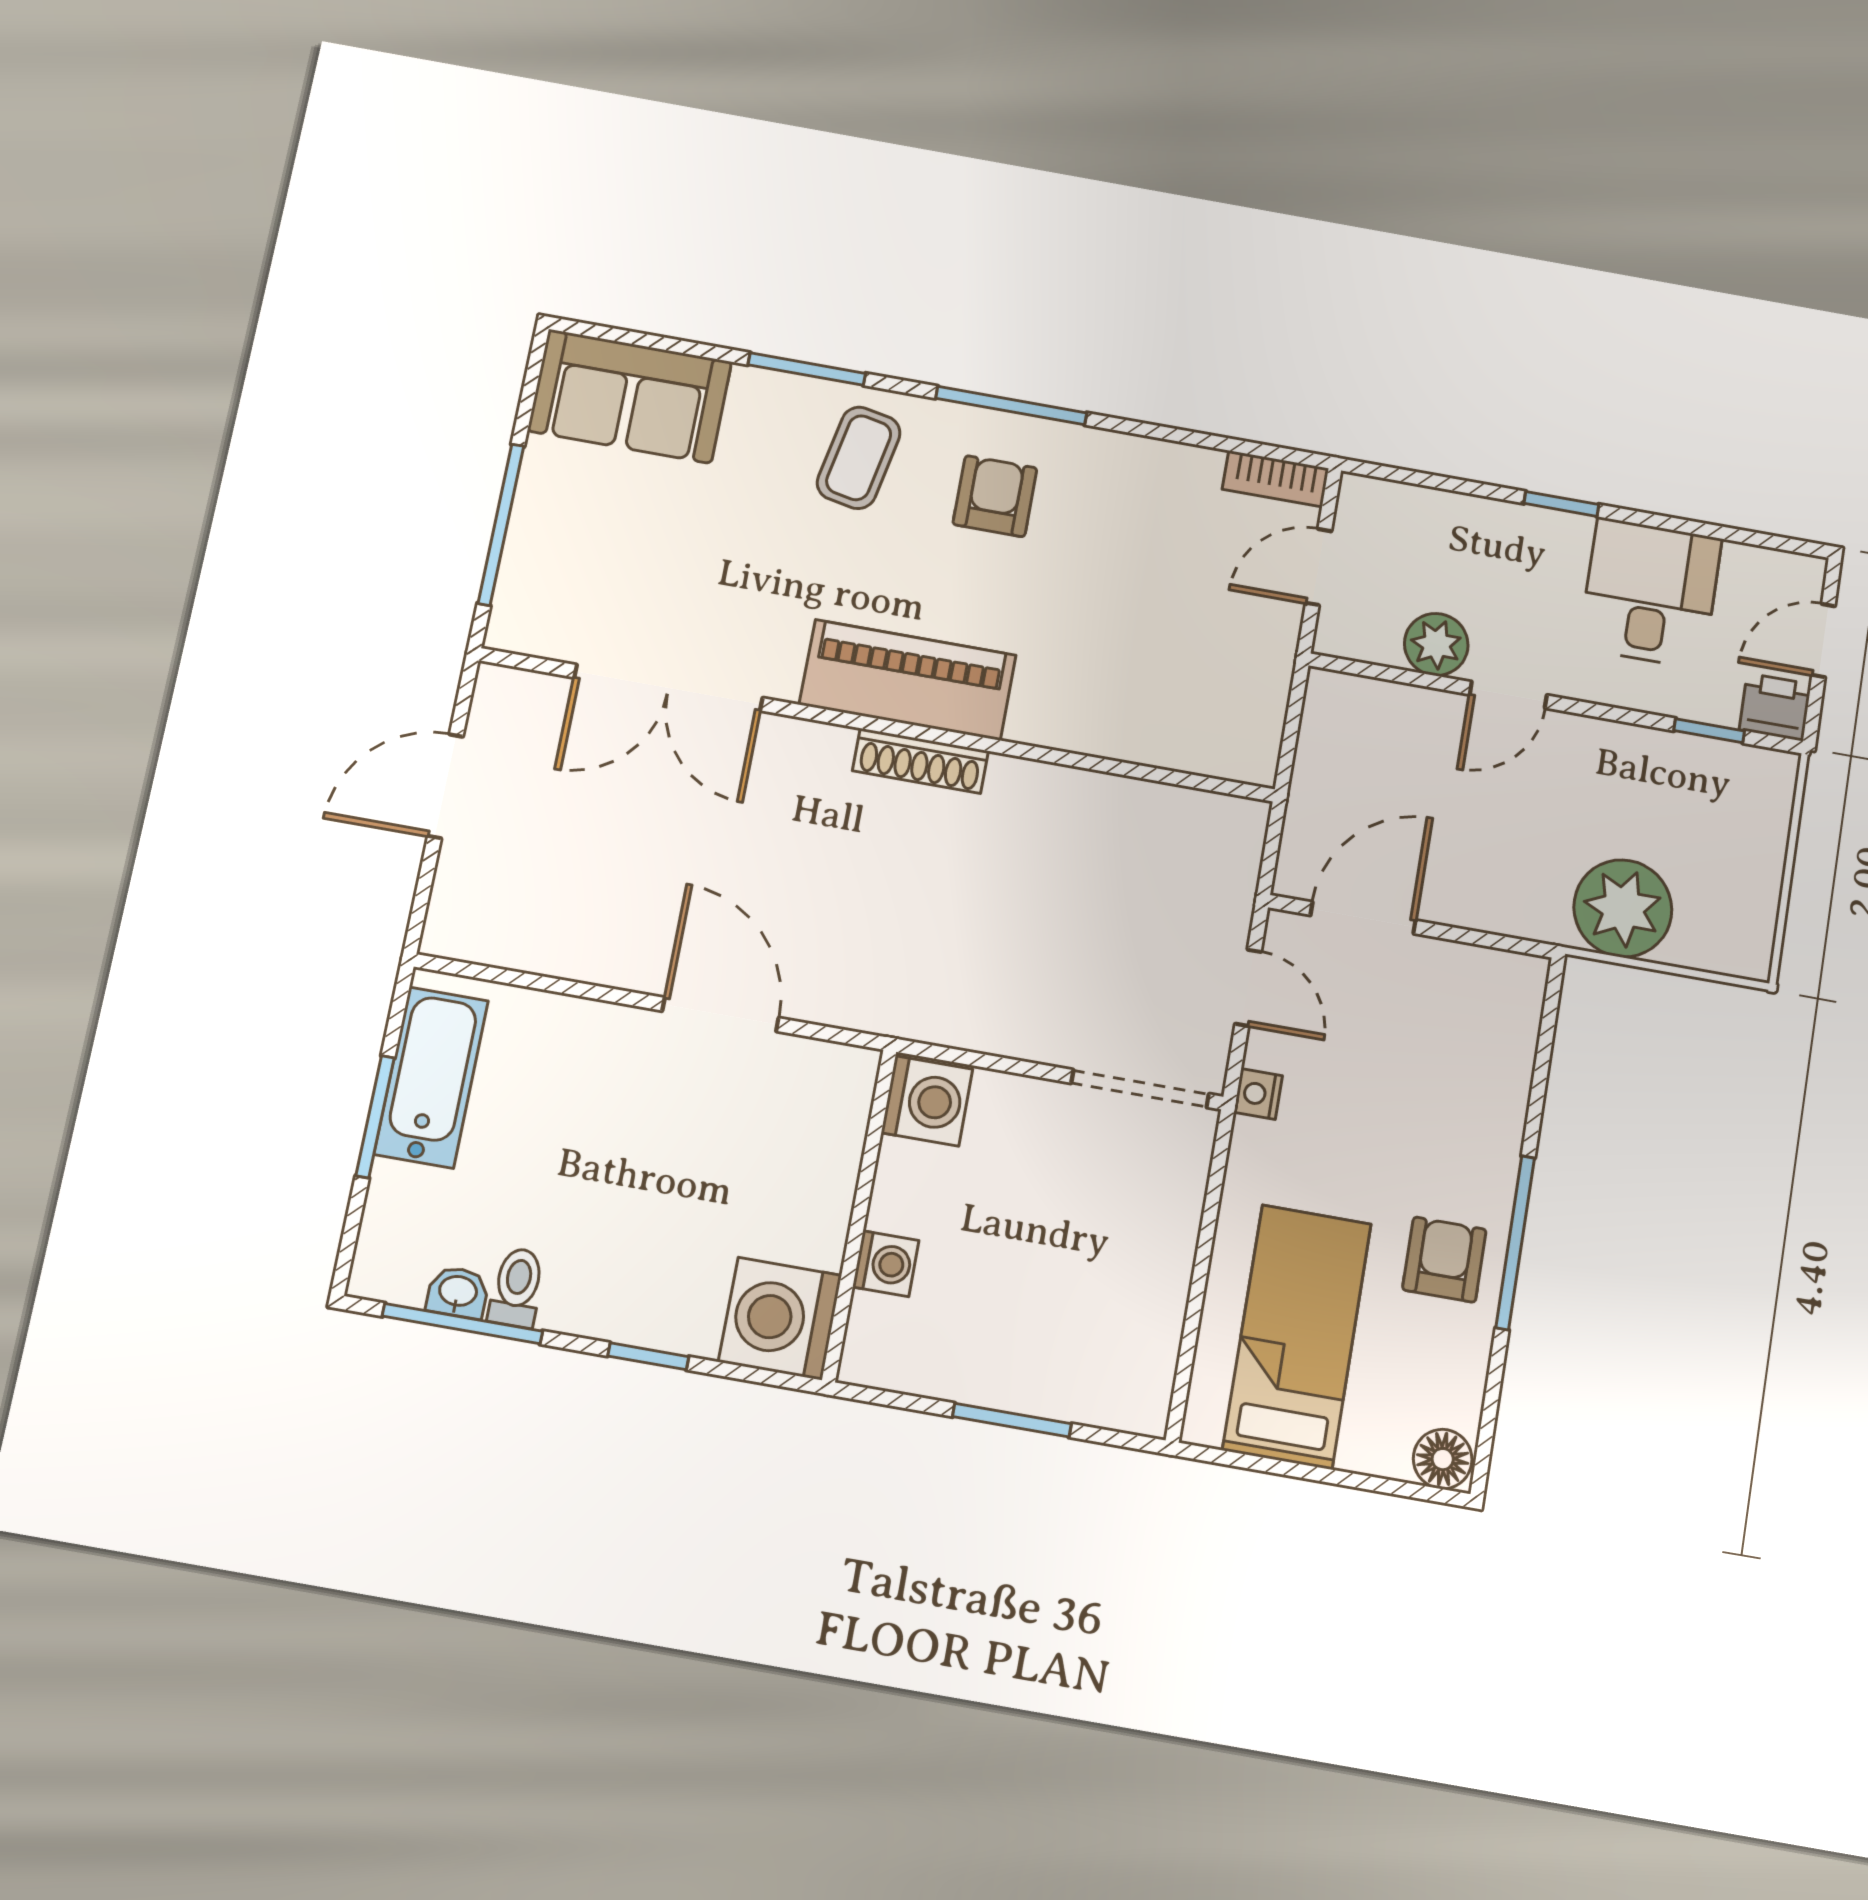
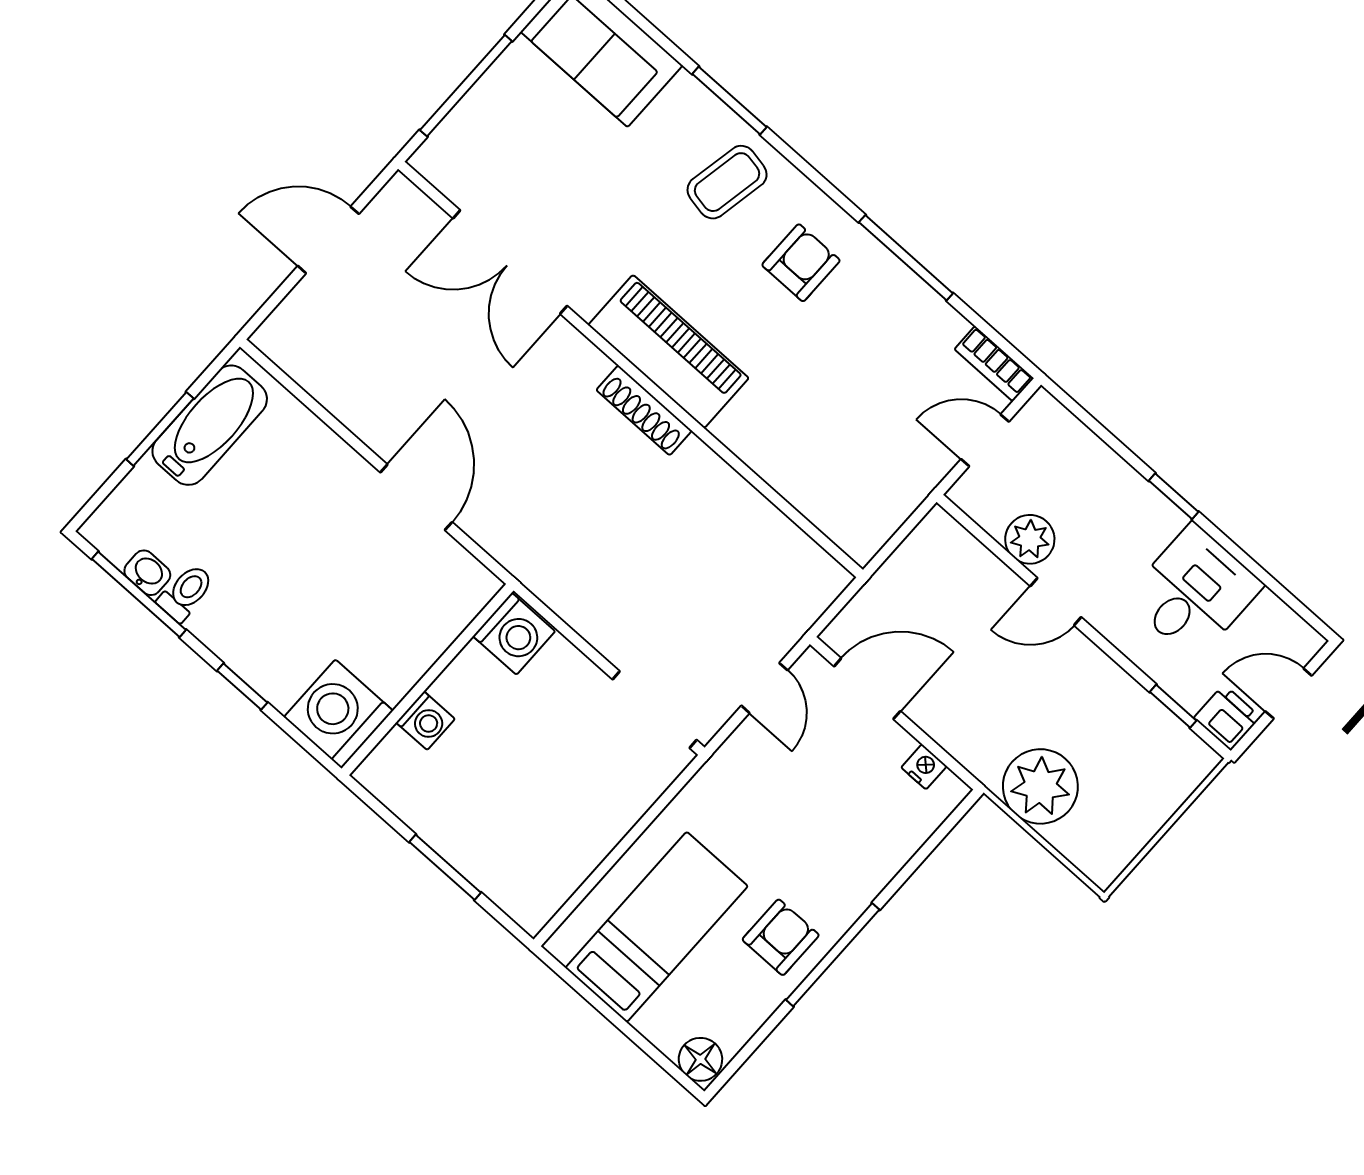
window: (1011, 406) -> (906, 258), moved
nightstand: (1258, 1094) -> (924, 767), moved, turned 90

